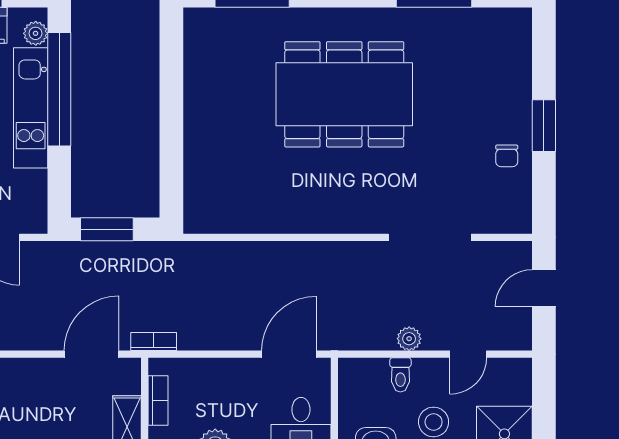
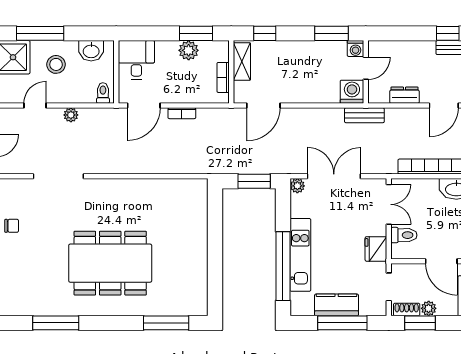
plant: (36, 33) -> (297, 186), moved
chair: (507, 156) -> (12, 226), turned 90
bookcase: (154, 342) -> (182, 113), moved
toilet: (400, 375) -> (103, 93), moved

